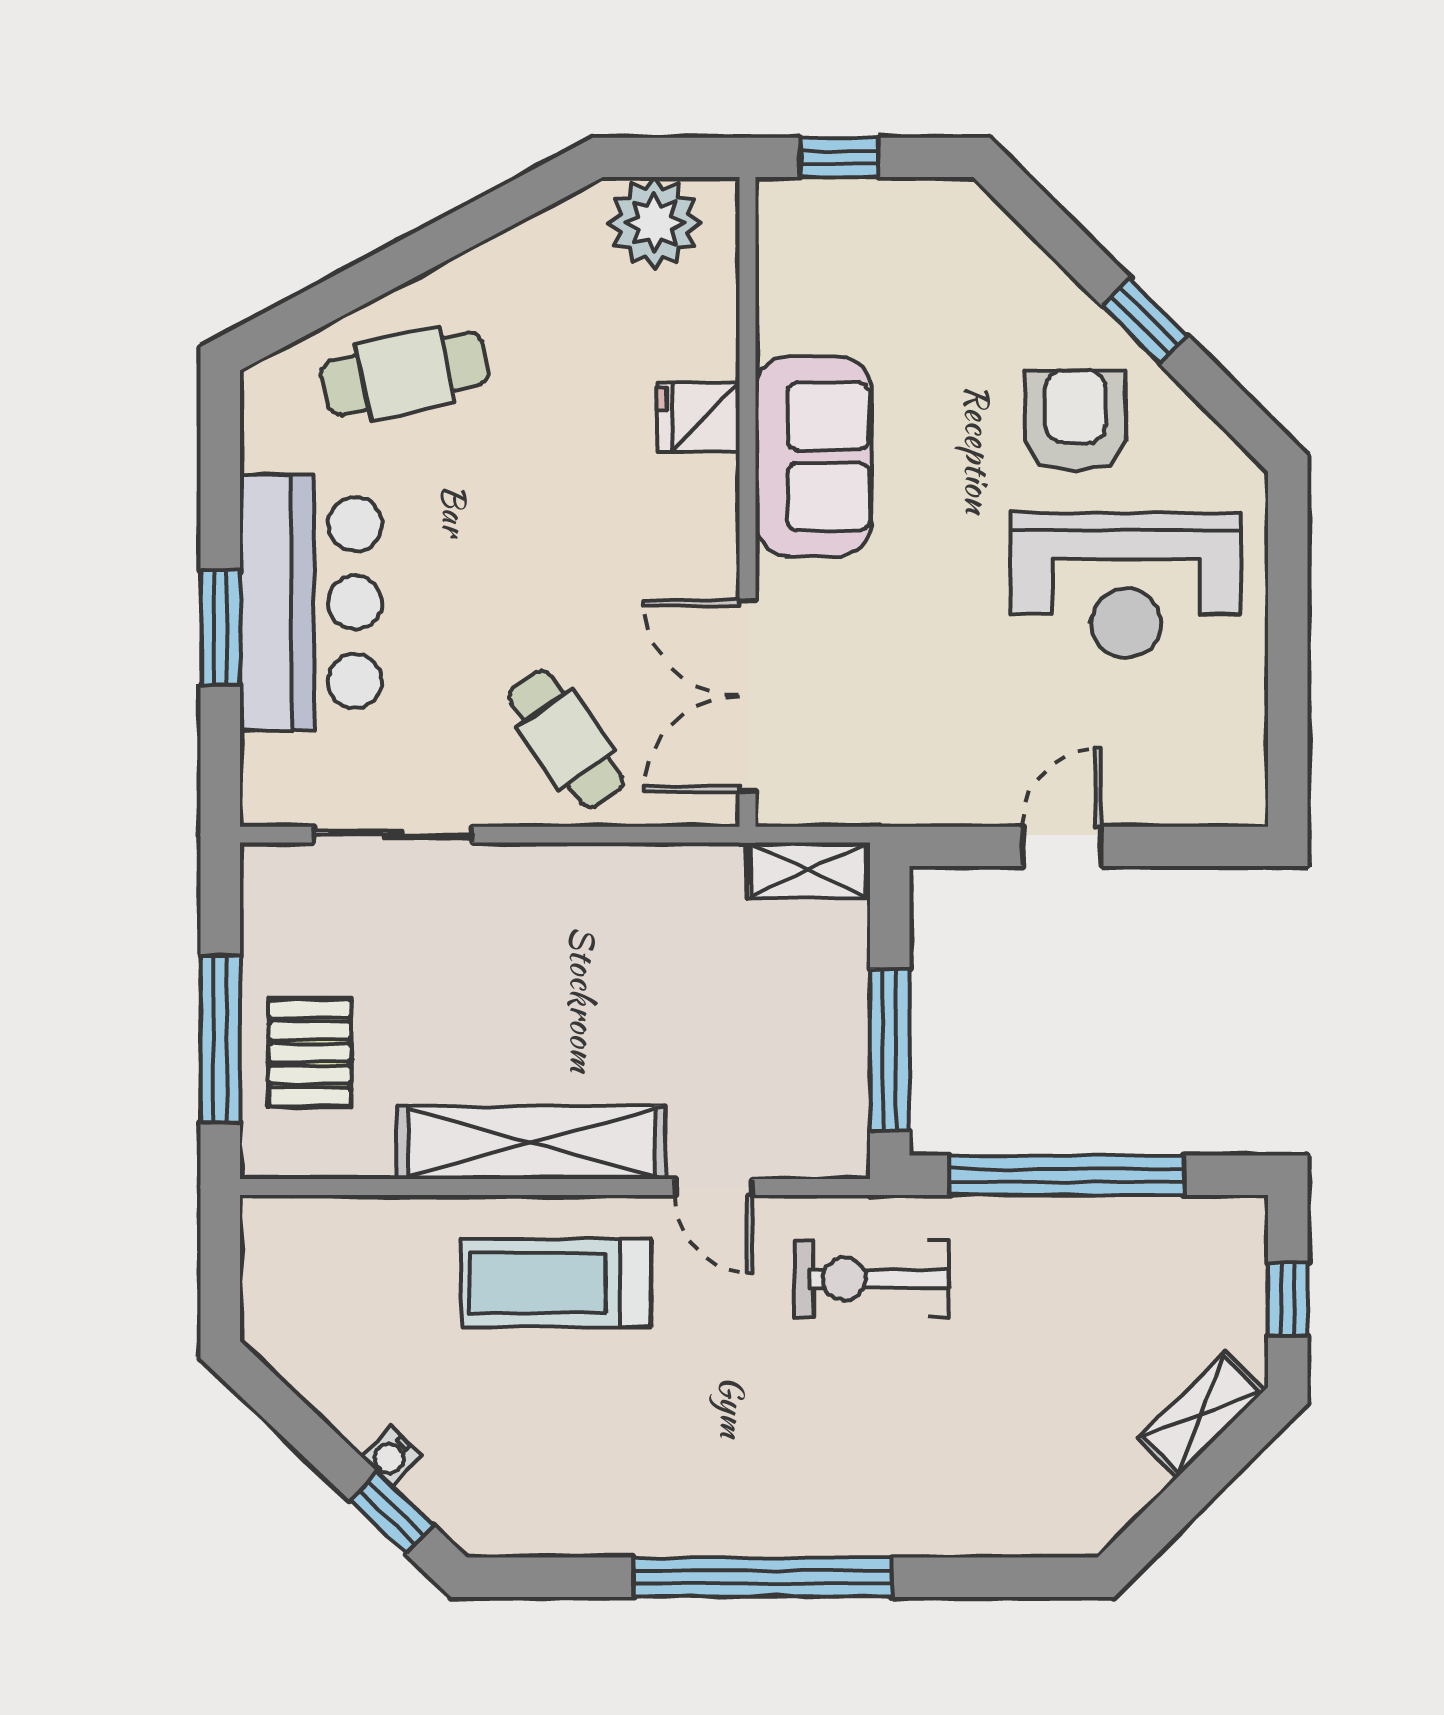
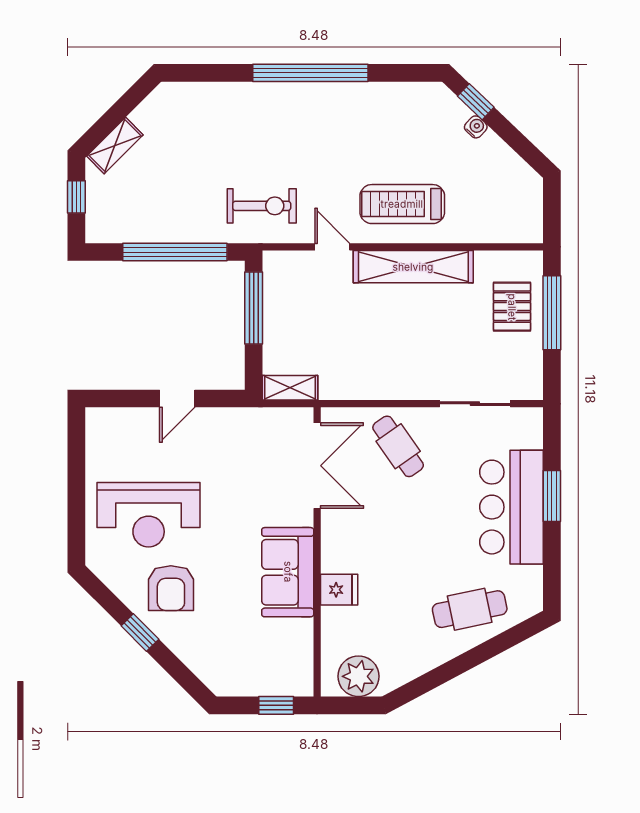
reception desk: (1126, 585) -> (149, 515), turned 180
treadmill: (556, 1283) -> (402, 204), turned 180

